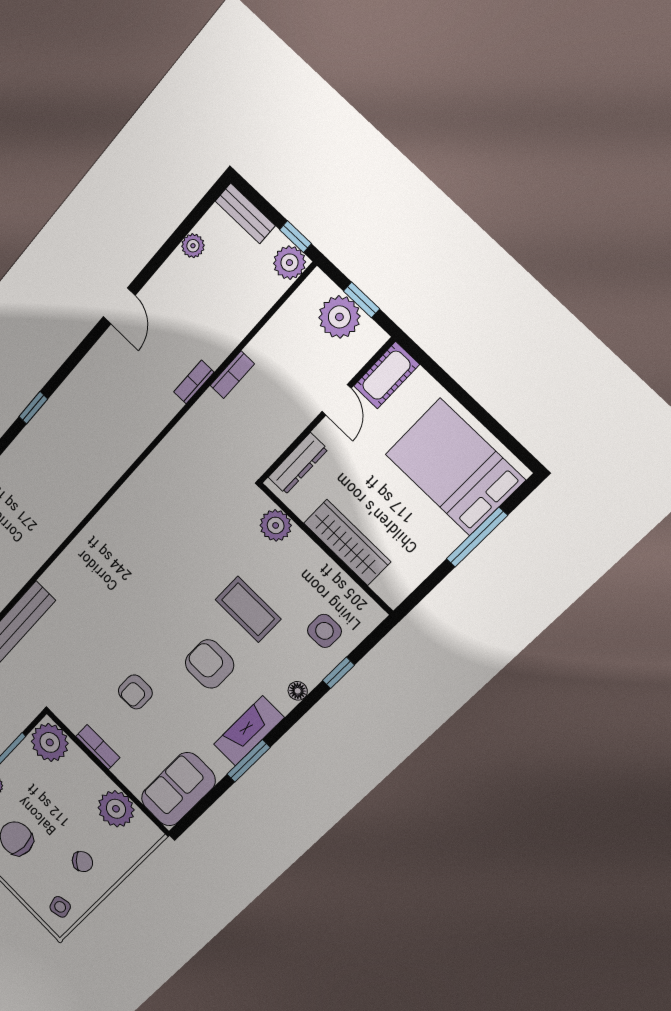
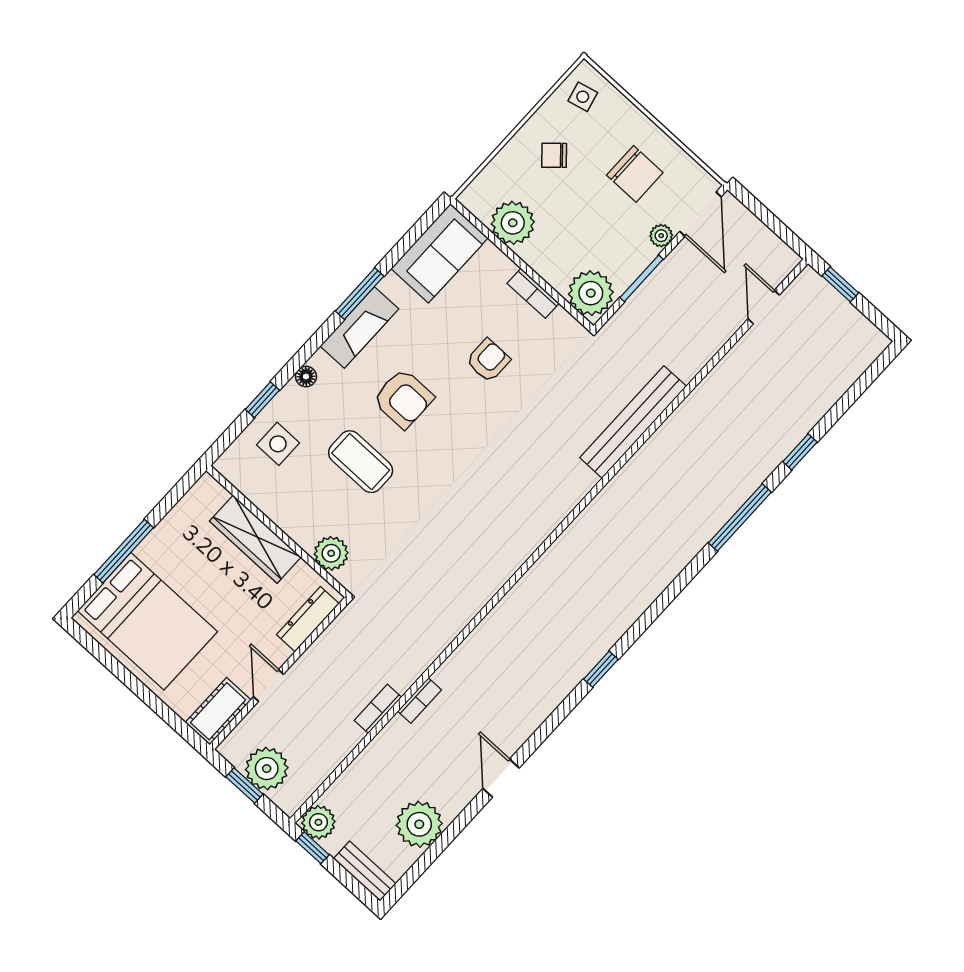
plant: (193, 246) -> (419, 824), width x1.88, depth x1.88

